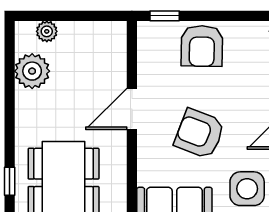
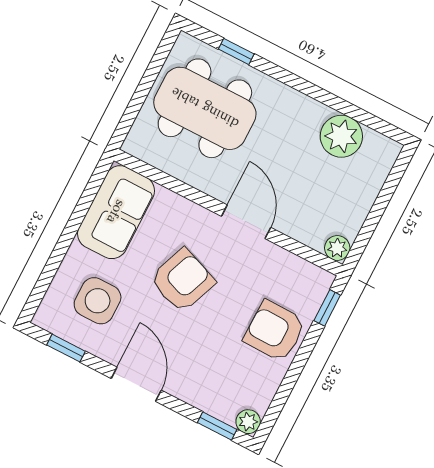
plant: (47, 31) -> (337, 248), moved

